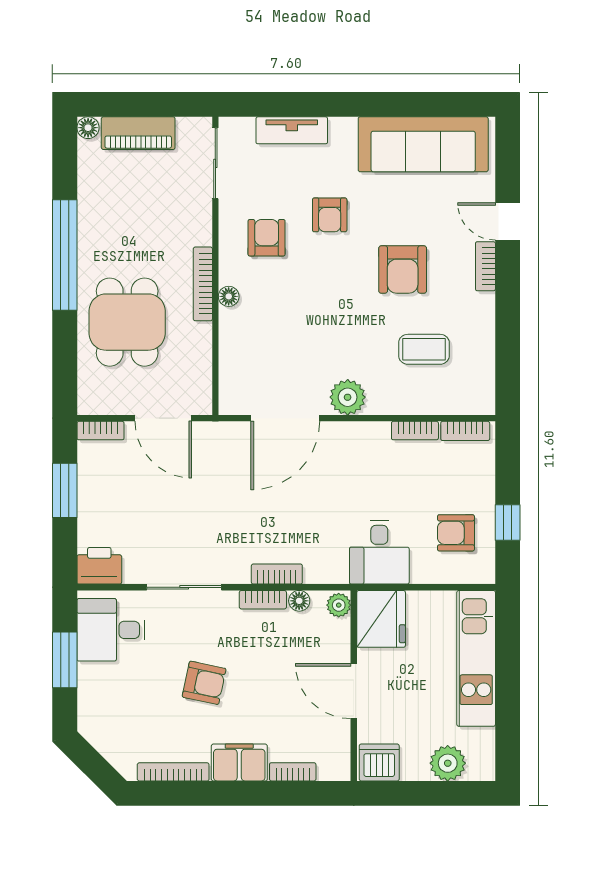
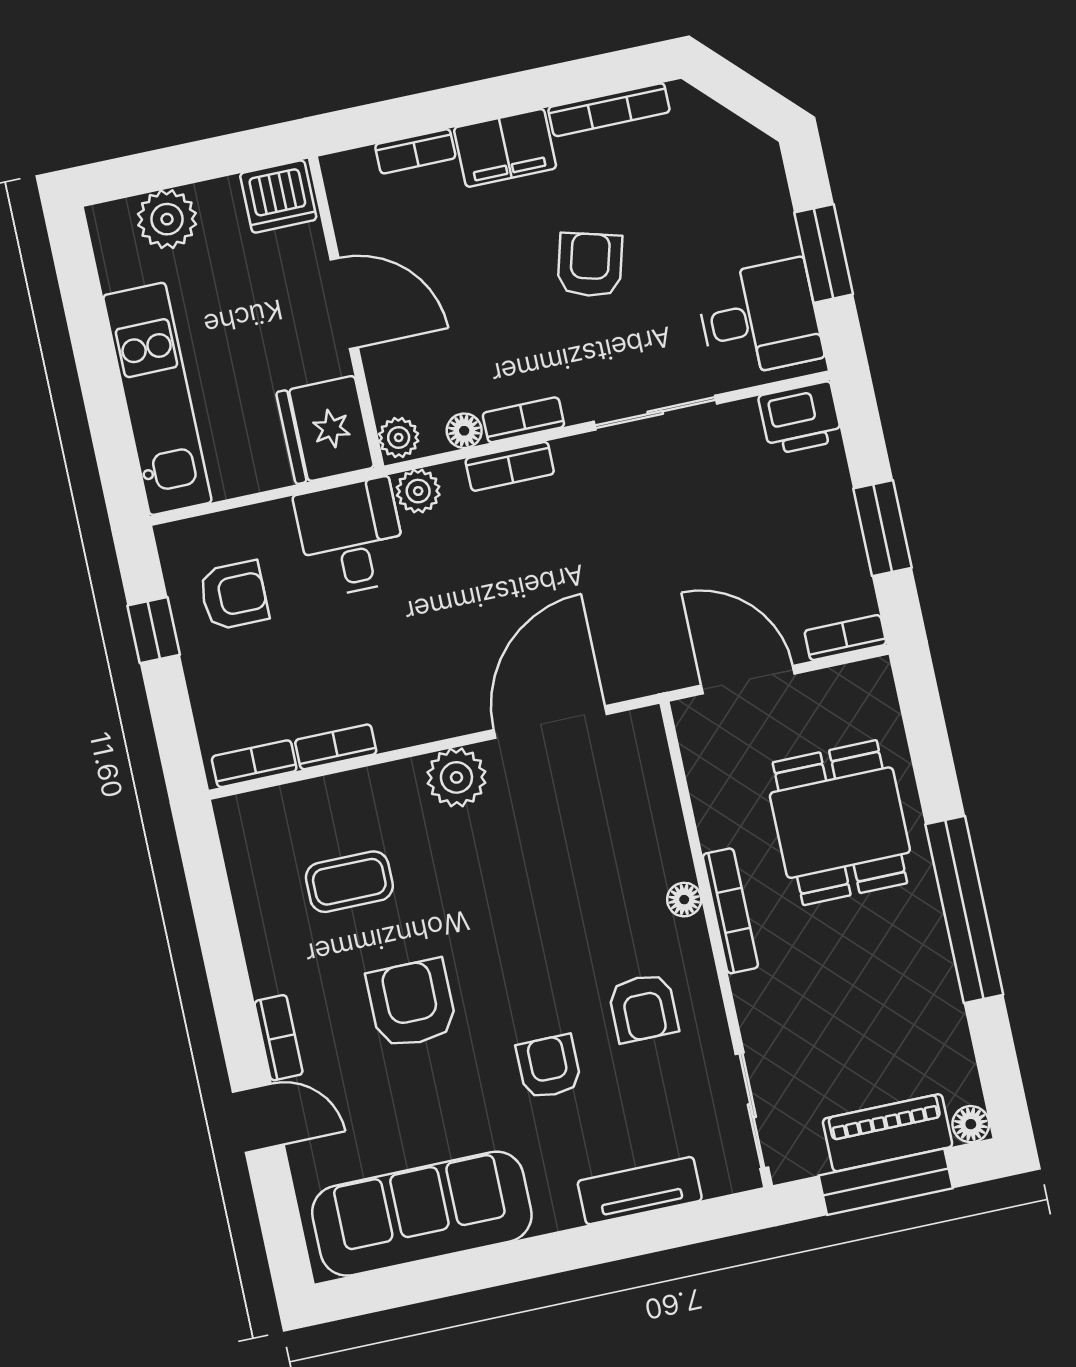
window: (146, 104) -> (886, 1182), added
plant: (334, 571) -> (418, 491), added
armchair: (204, 683) -> (590, 265), turned 93

